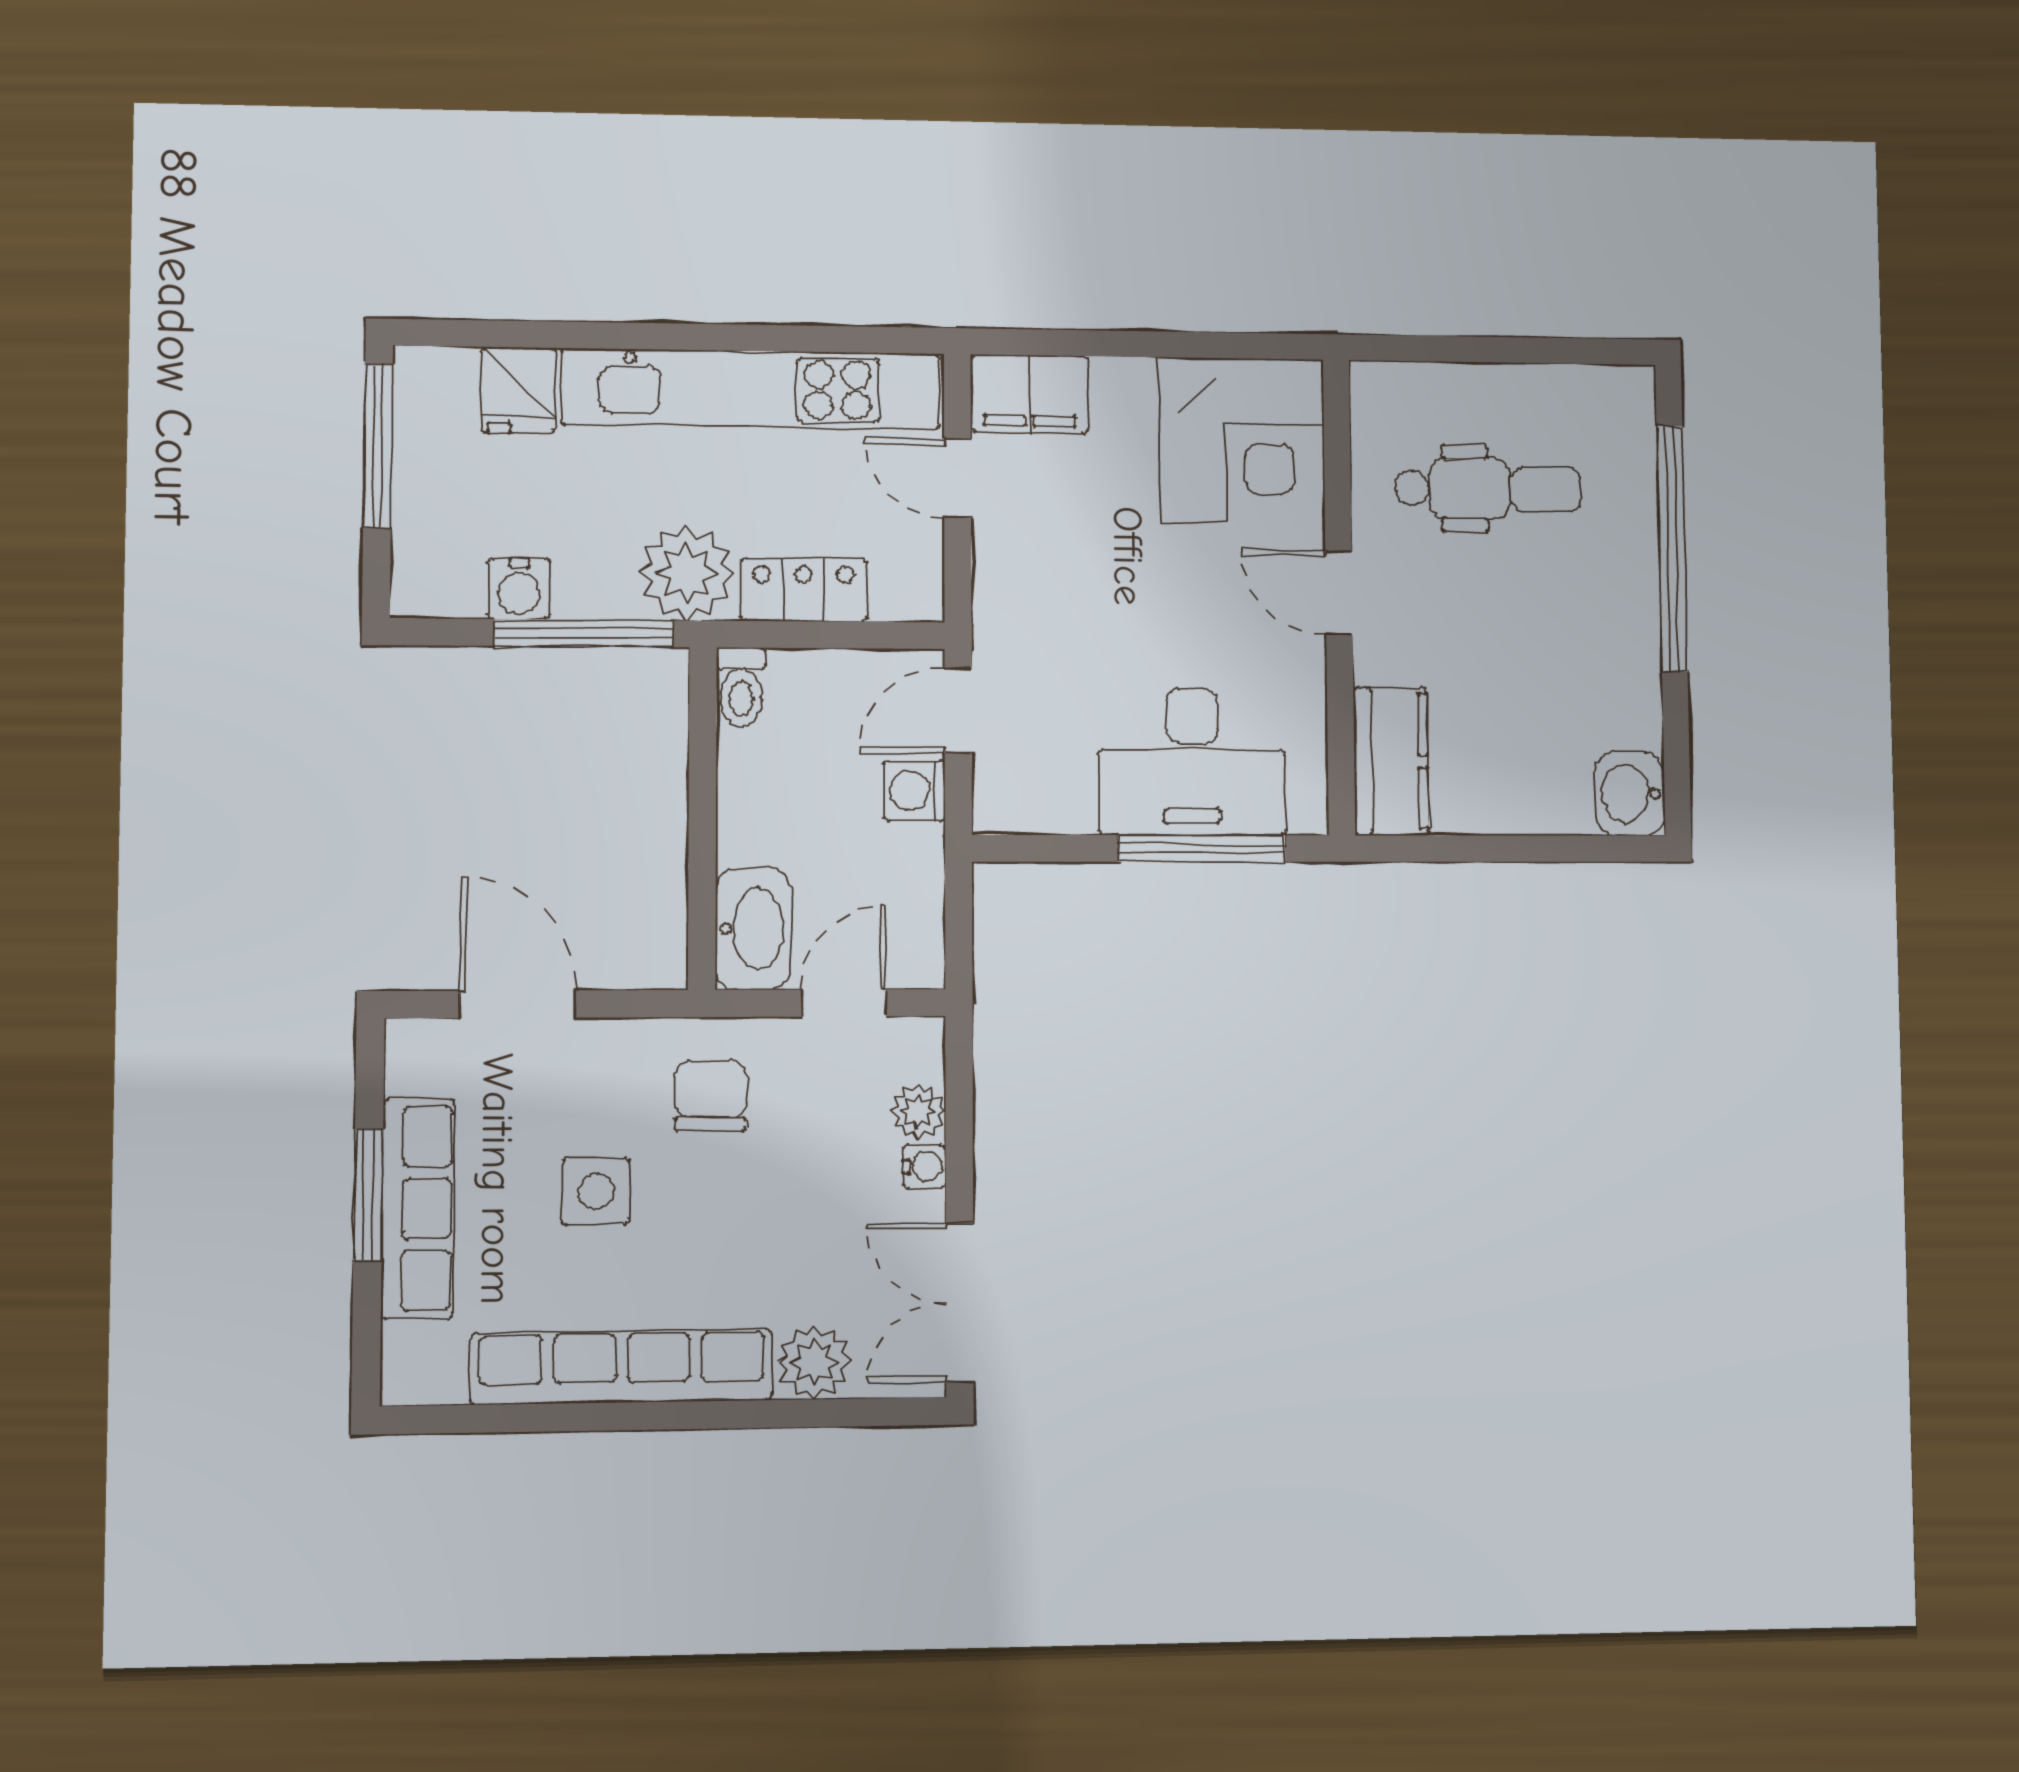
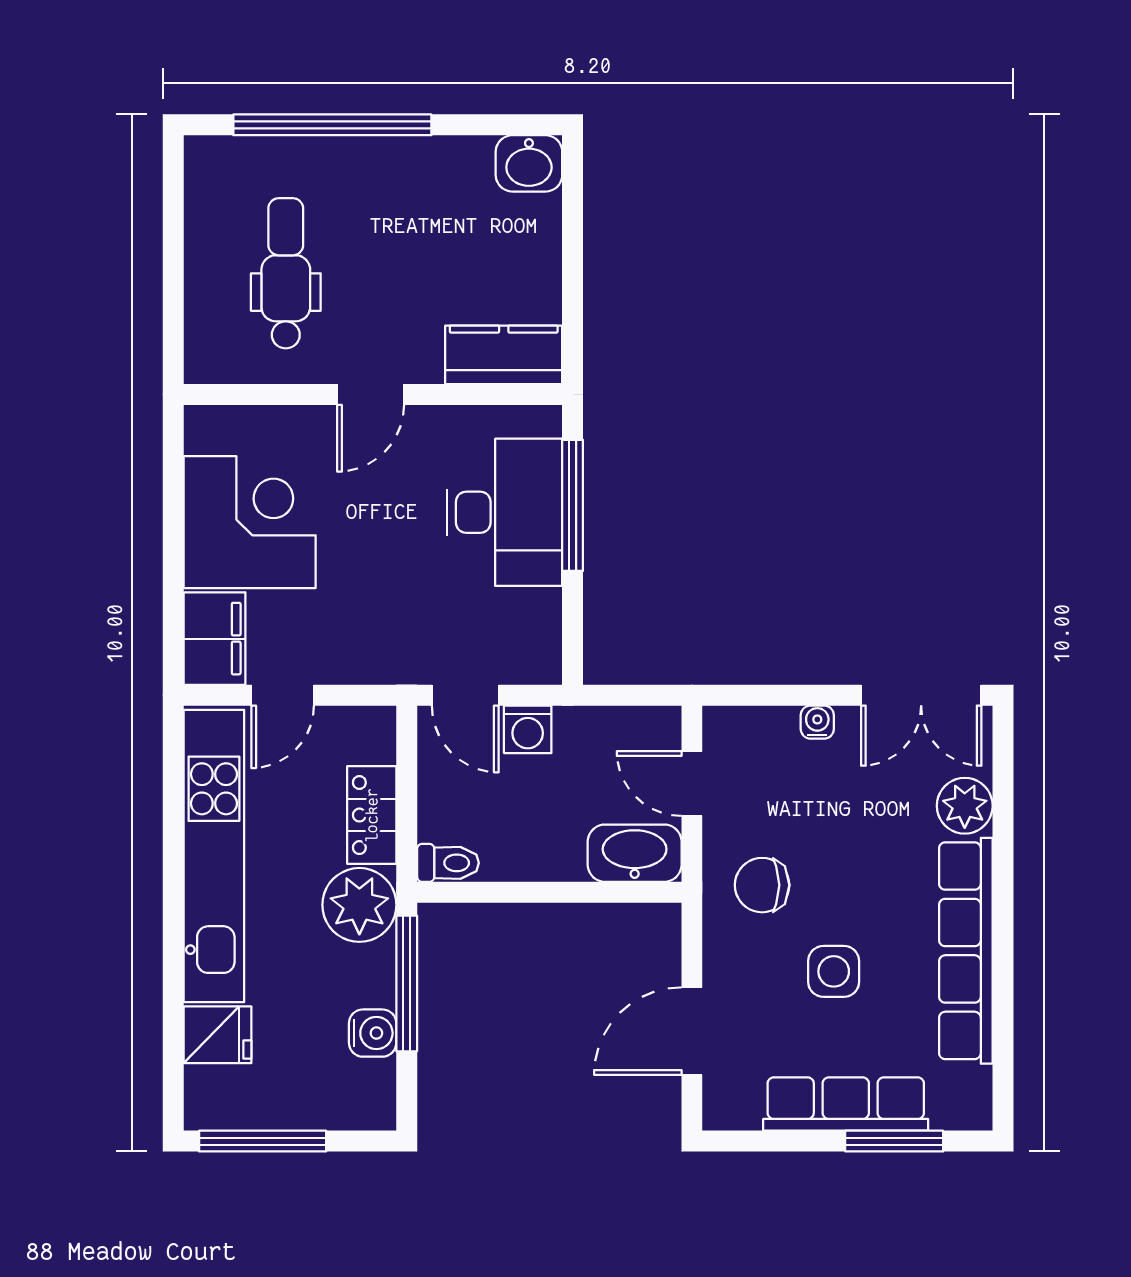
corner desk: (1241, 441) -> (250, 522), moved
plant: (918, 1112) -> (776, 727), removed
window: (368, 1195) -> (894, 1141), moved

